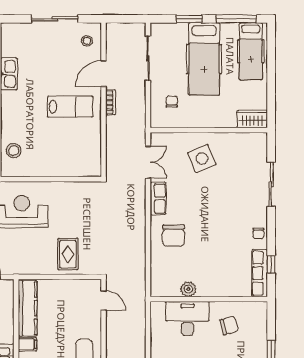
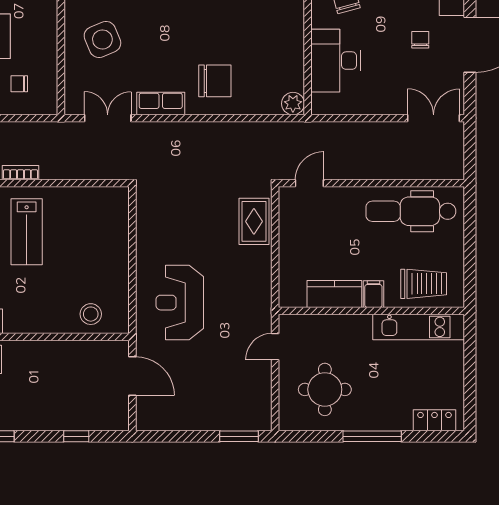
lab bench: (70, 107) -> (27, 232), turned 180
rug: (68, 254) -> (254, 221), moved, turned 90
plant: (188, 289) -> (293, 104), moved
kitchen counter: (28, 308) -> (334, 294), width x0.67

